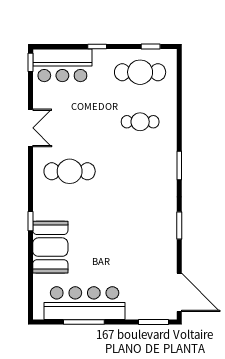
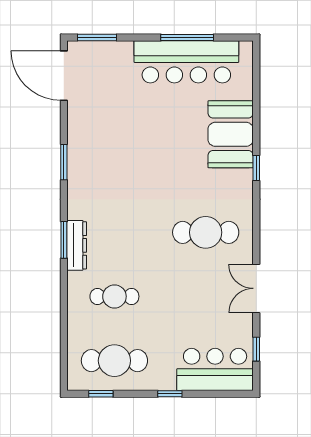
window: (30, 62) -> (256, 349), moved
dresser: (169, 161) -> (77, 245), added

